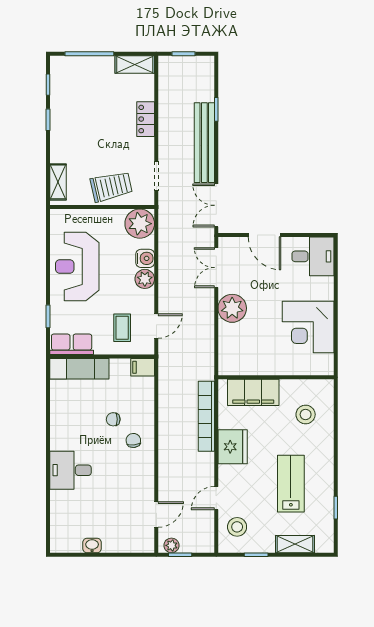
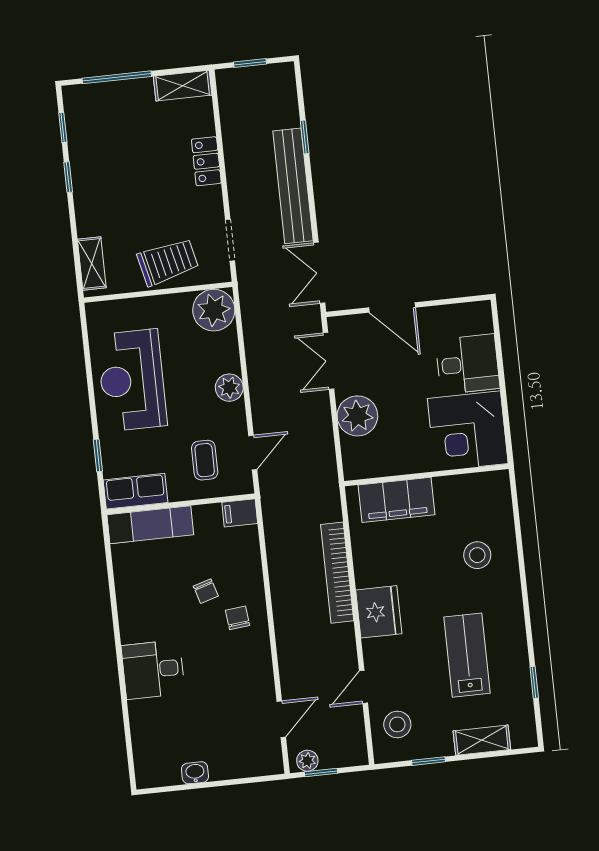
desk: (313, 256) -> (467, 364), moved
water cooler: (145, 258) -> (227, 358), removed
wall: (276, 377) -> (426, 475), moved
filing cabinet: (253, 392) -> (396, 500), moved
chair: (113, 419) -> (206, 591), turned -107

